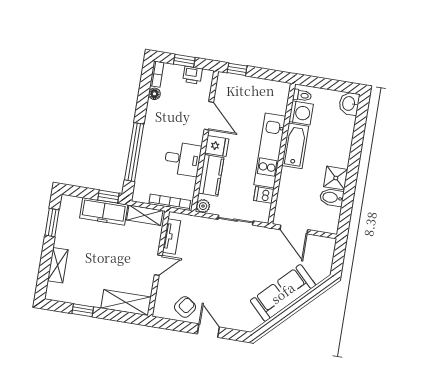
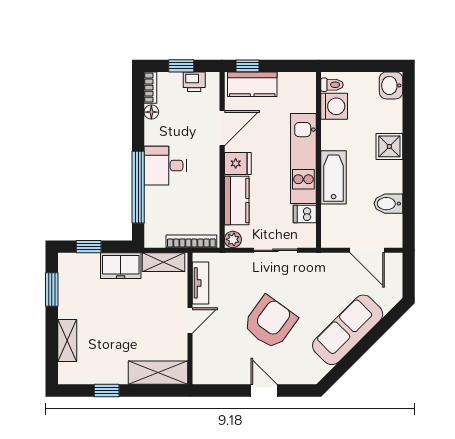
kitchen counter: (239, 85) -> (252, 84), added
door: (209, 116) -> (222, 128), hinge flipped
bathtub: (295, 146) -> (334, 177), moved
desk: (183, 159) -> (165, 166), moved, turned 180
shower: (336, 178) -> (389, 146), moved
window: (108, 197) -> (89, 247), moved
freezer: (104, 211) -> (121, 266), width x0.71
door: (294, 230) -> (367, 250), moved
armchair: (185, 307) -> (270, 322), moved, width x1.88, depth x1.88

